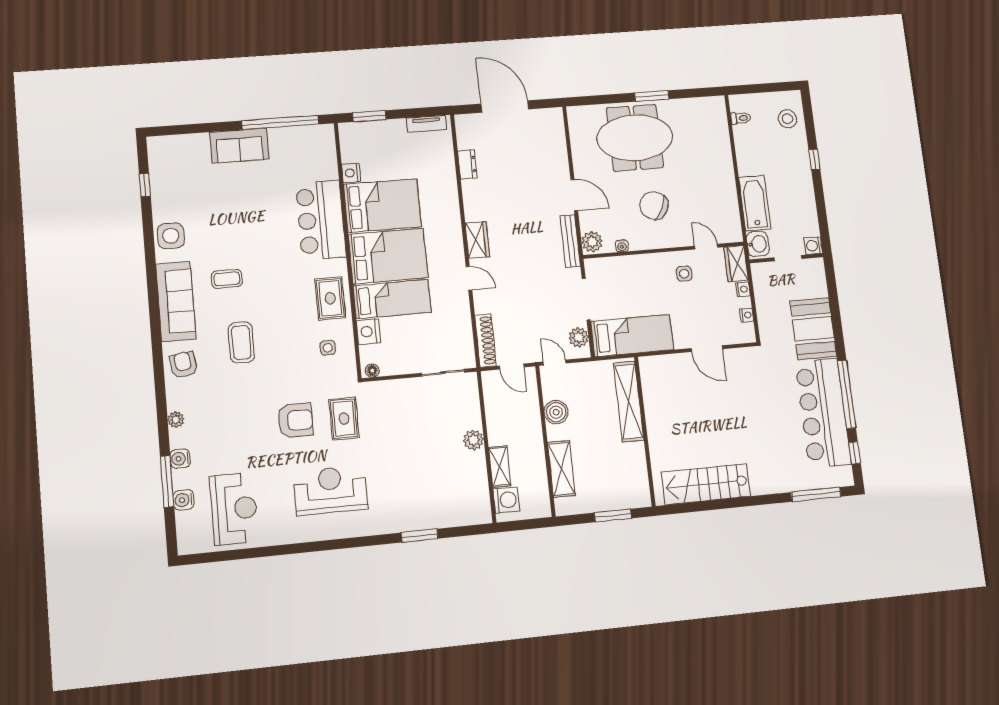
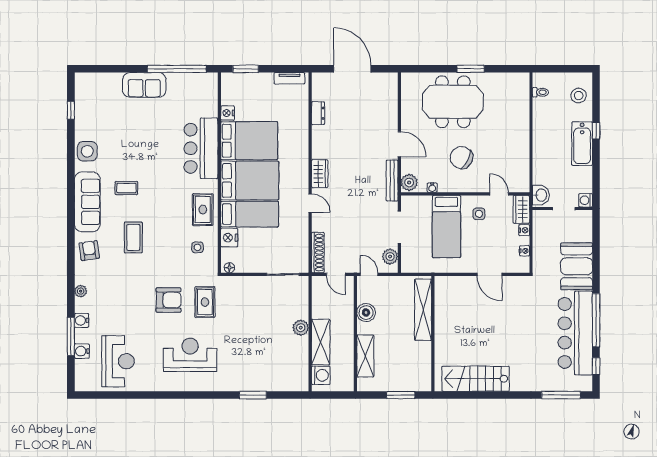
bathtub: (755, 203) -> (582, 144), moved, turned 180
bed: (632, 336) -> (446, 227), moved, turned 90
shelving: (500, 467) -> (321, 342), width x1.50, depth x1.33

